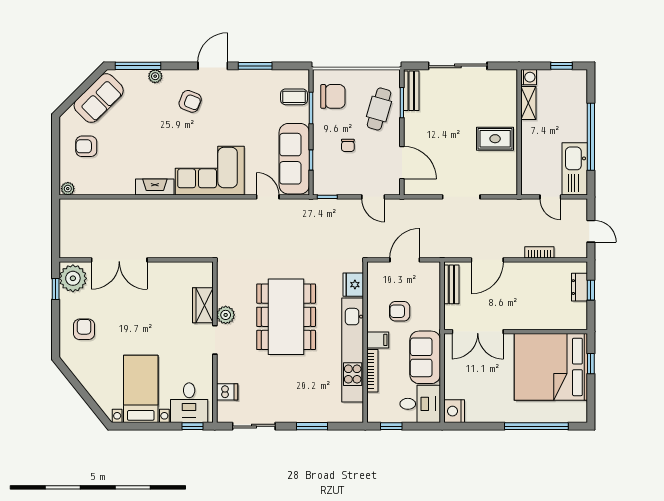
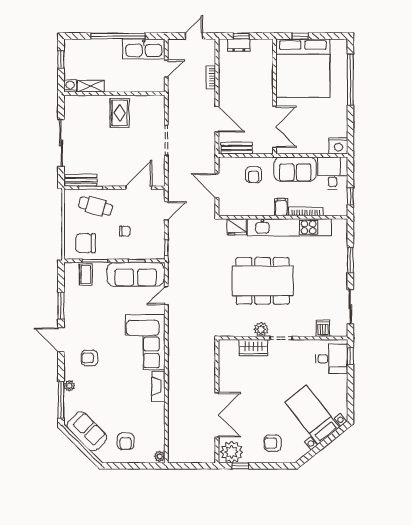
chair: (333, 96) -> (86, 243), turned -90
armchair: (190, 101) -> (90, 358), turned -112
armchair: (400, 311) -> (254, 175), moved
bed with nightstands: (141, 389) -> (312, 415), moved, turned 51

